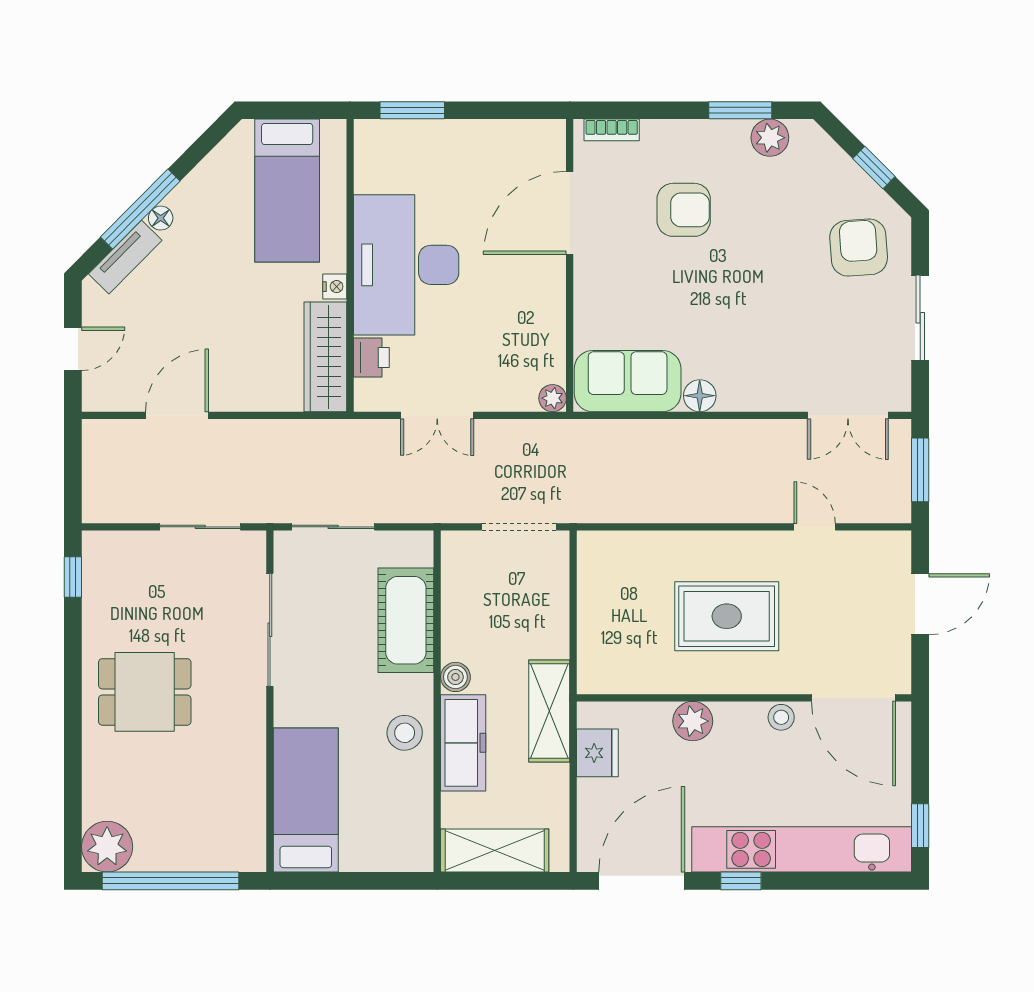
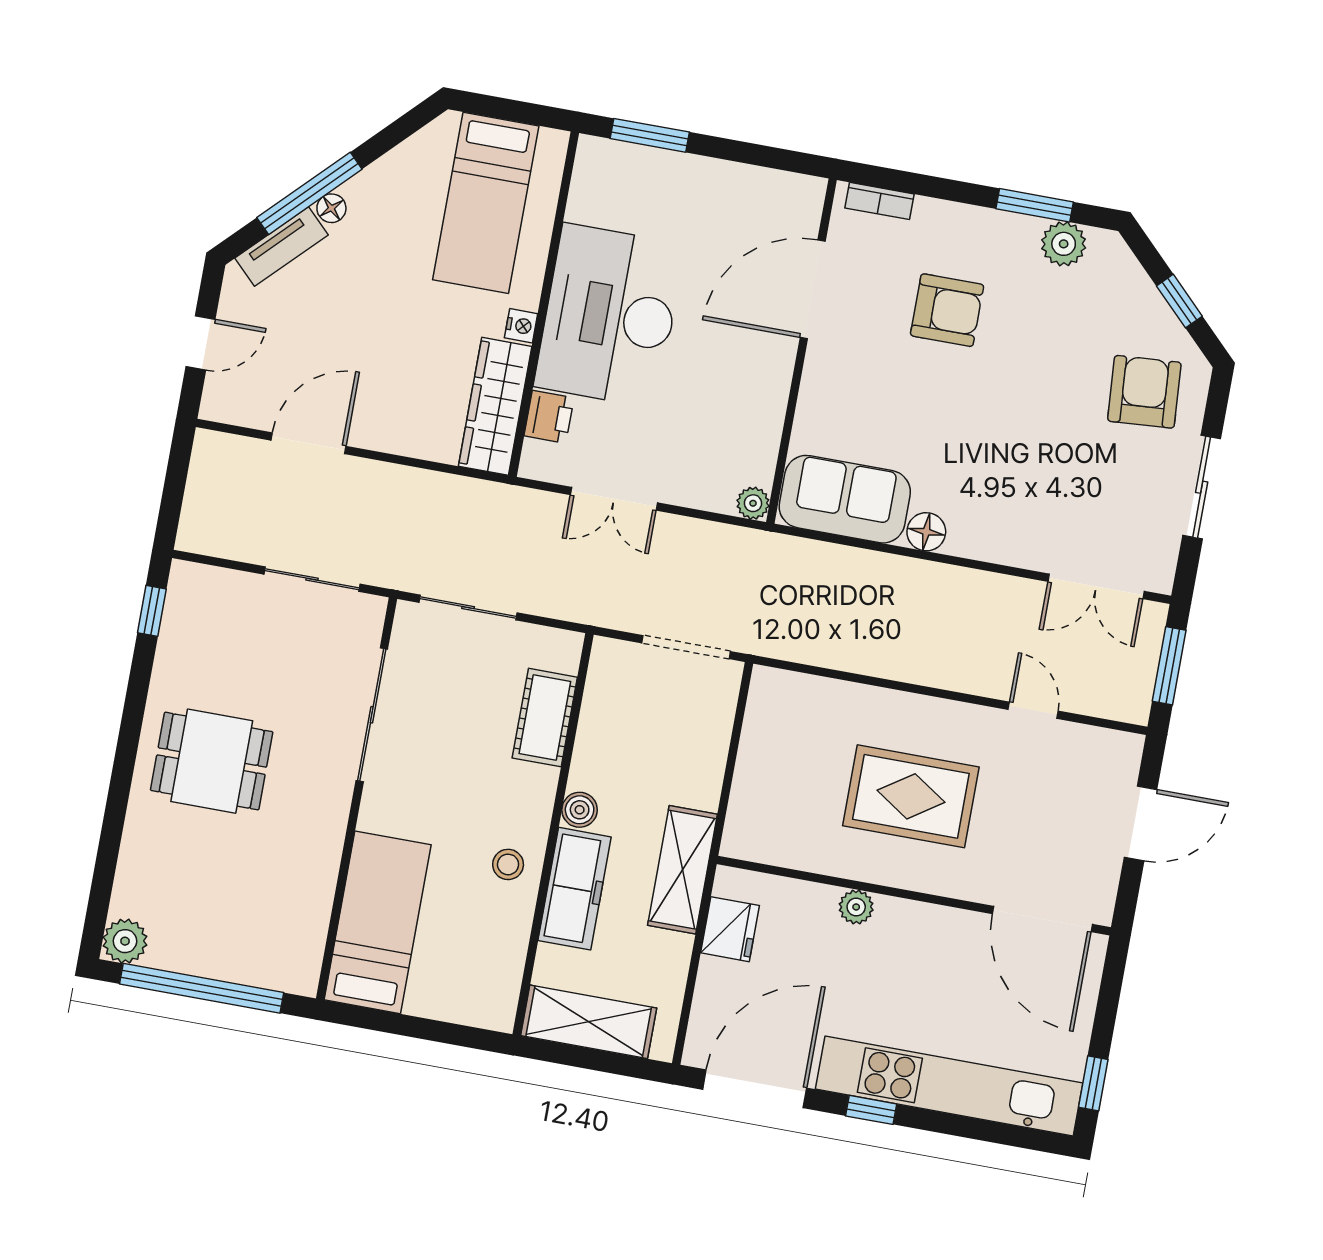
cot: (406, 620) -> (545, 718), width x0.73, depth x0.75
stool: (781, 717) -> (953, 927), removed
plant: (693, 721) -> (856, 907), width x0.73, depth x0.73
stool: (405, 733) -> (508, 864), width x0.73, depth x0.73
plant: (107, 847) -> (125, 941), width x0.73, depth x0.73

